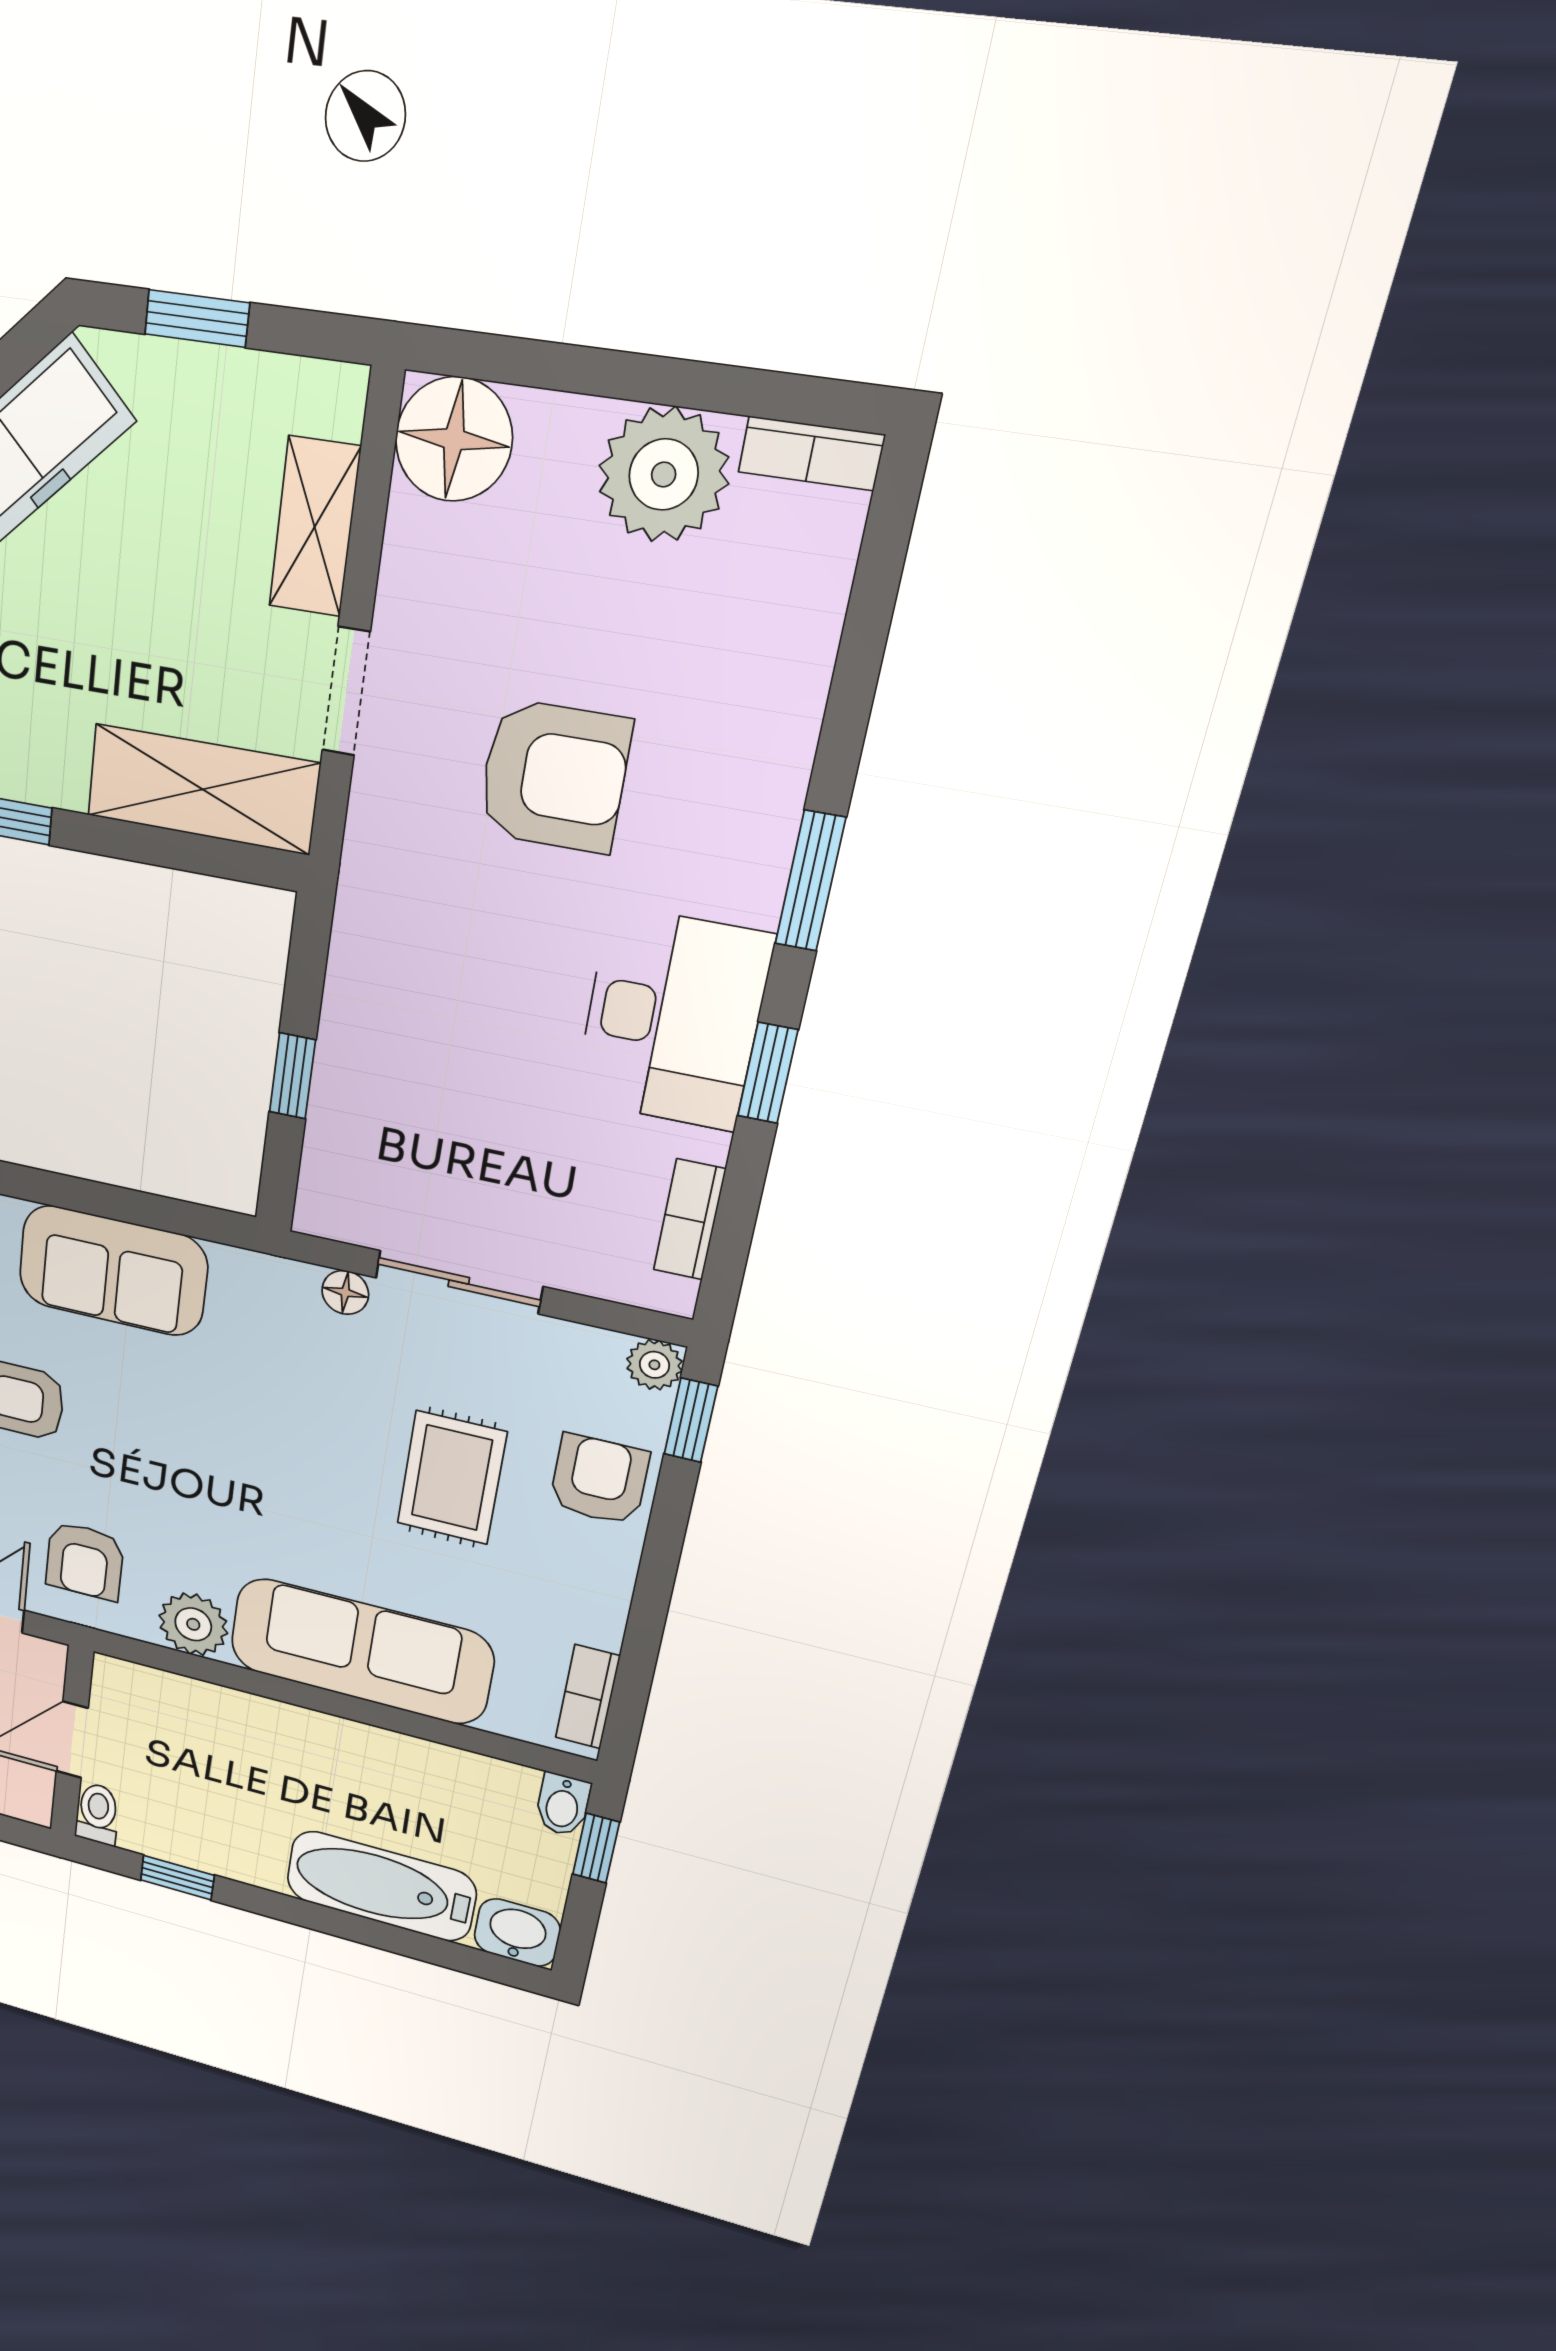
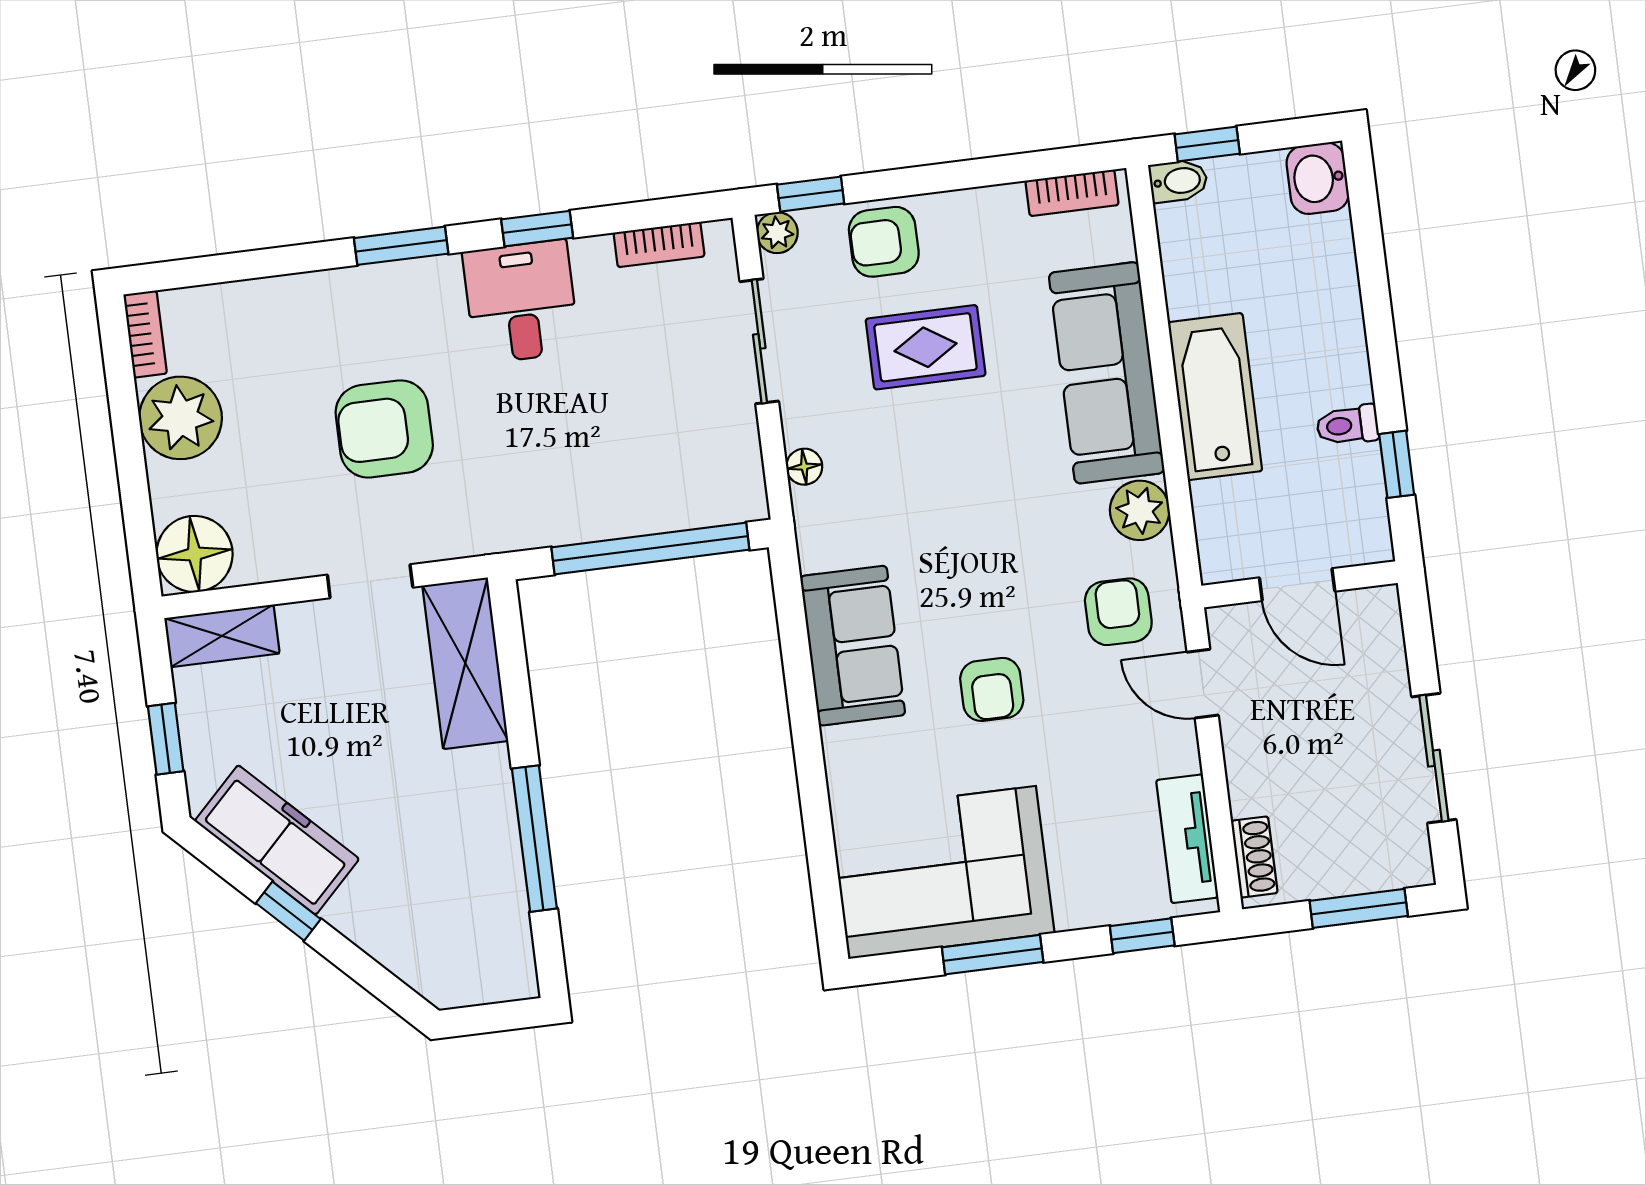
shelving: (315, 527) -> (222, 636), moved
armchair: (554, 776) -> (384, 429), turned -90
desk: (672, 1019) -> (521, 302), width x0.73
window: (292, 1076) -> (650, 549), width x3.17
sliding door: (459, 1282) -> (759, 341), moved
armchair: (85, 1561) -> (1118, 612), turned -90
toilet: (98, 1814) -> (1348, 425), moved
bathtub: (381, 1886) -> (1215, 397), moved, turned 180

